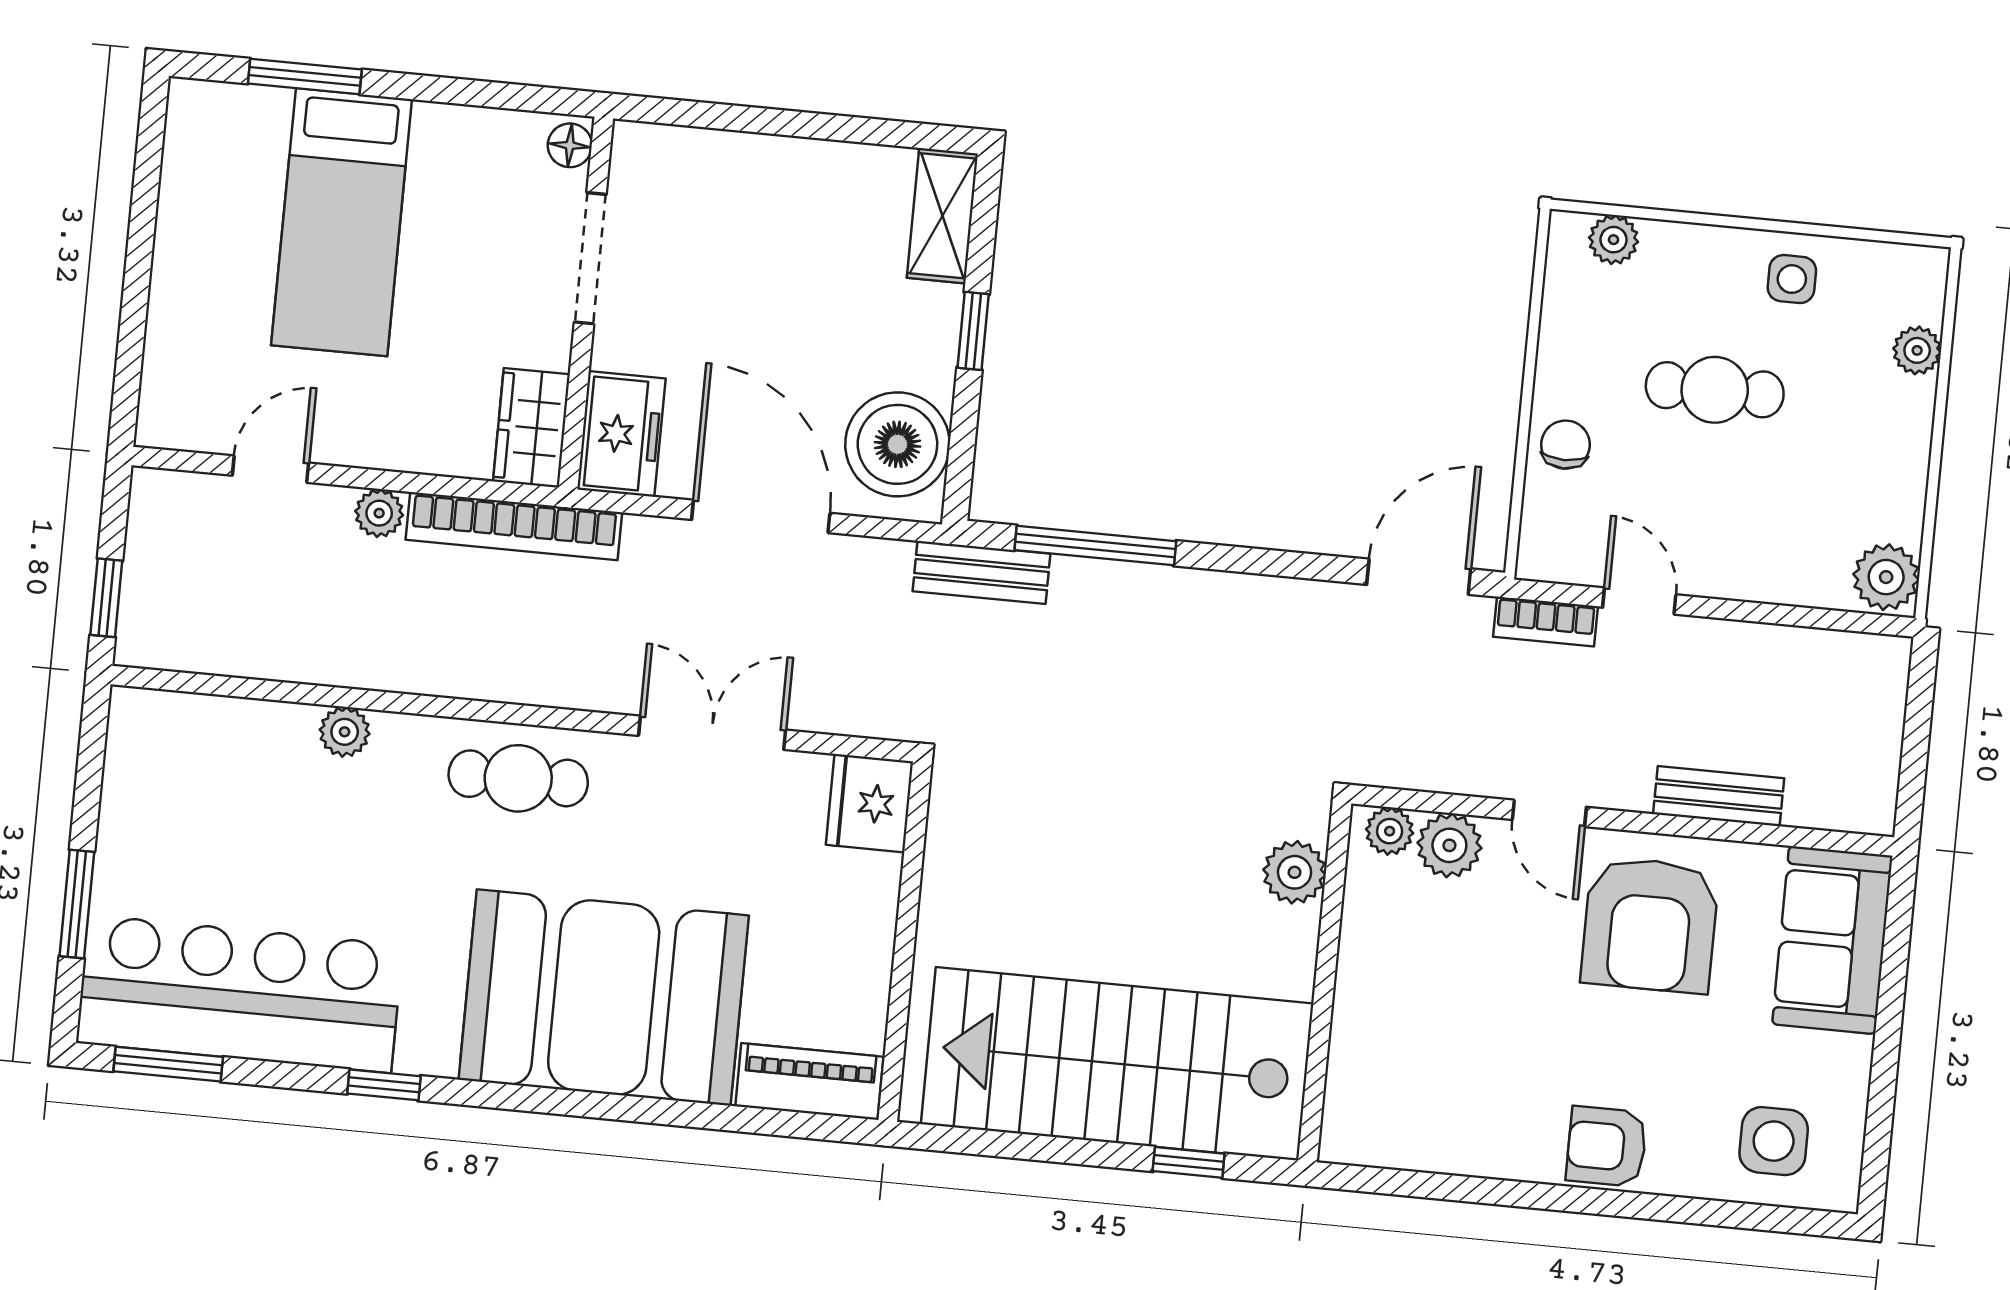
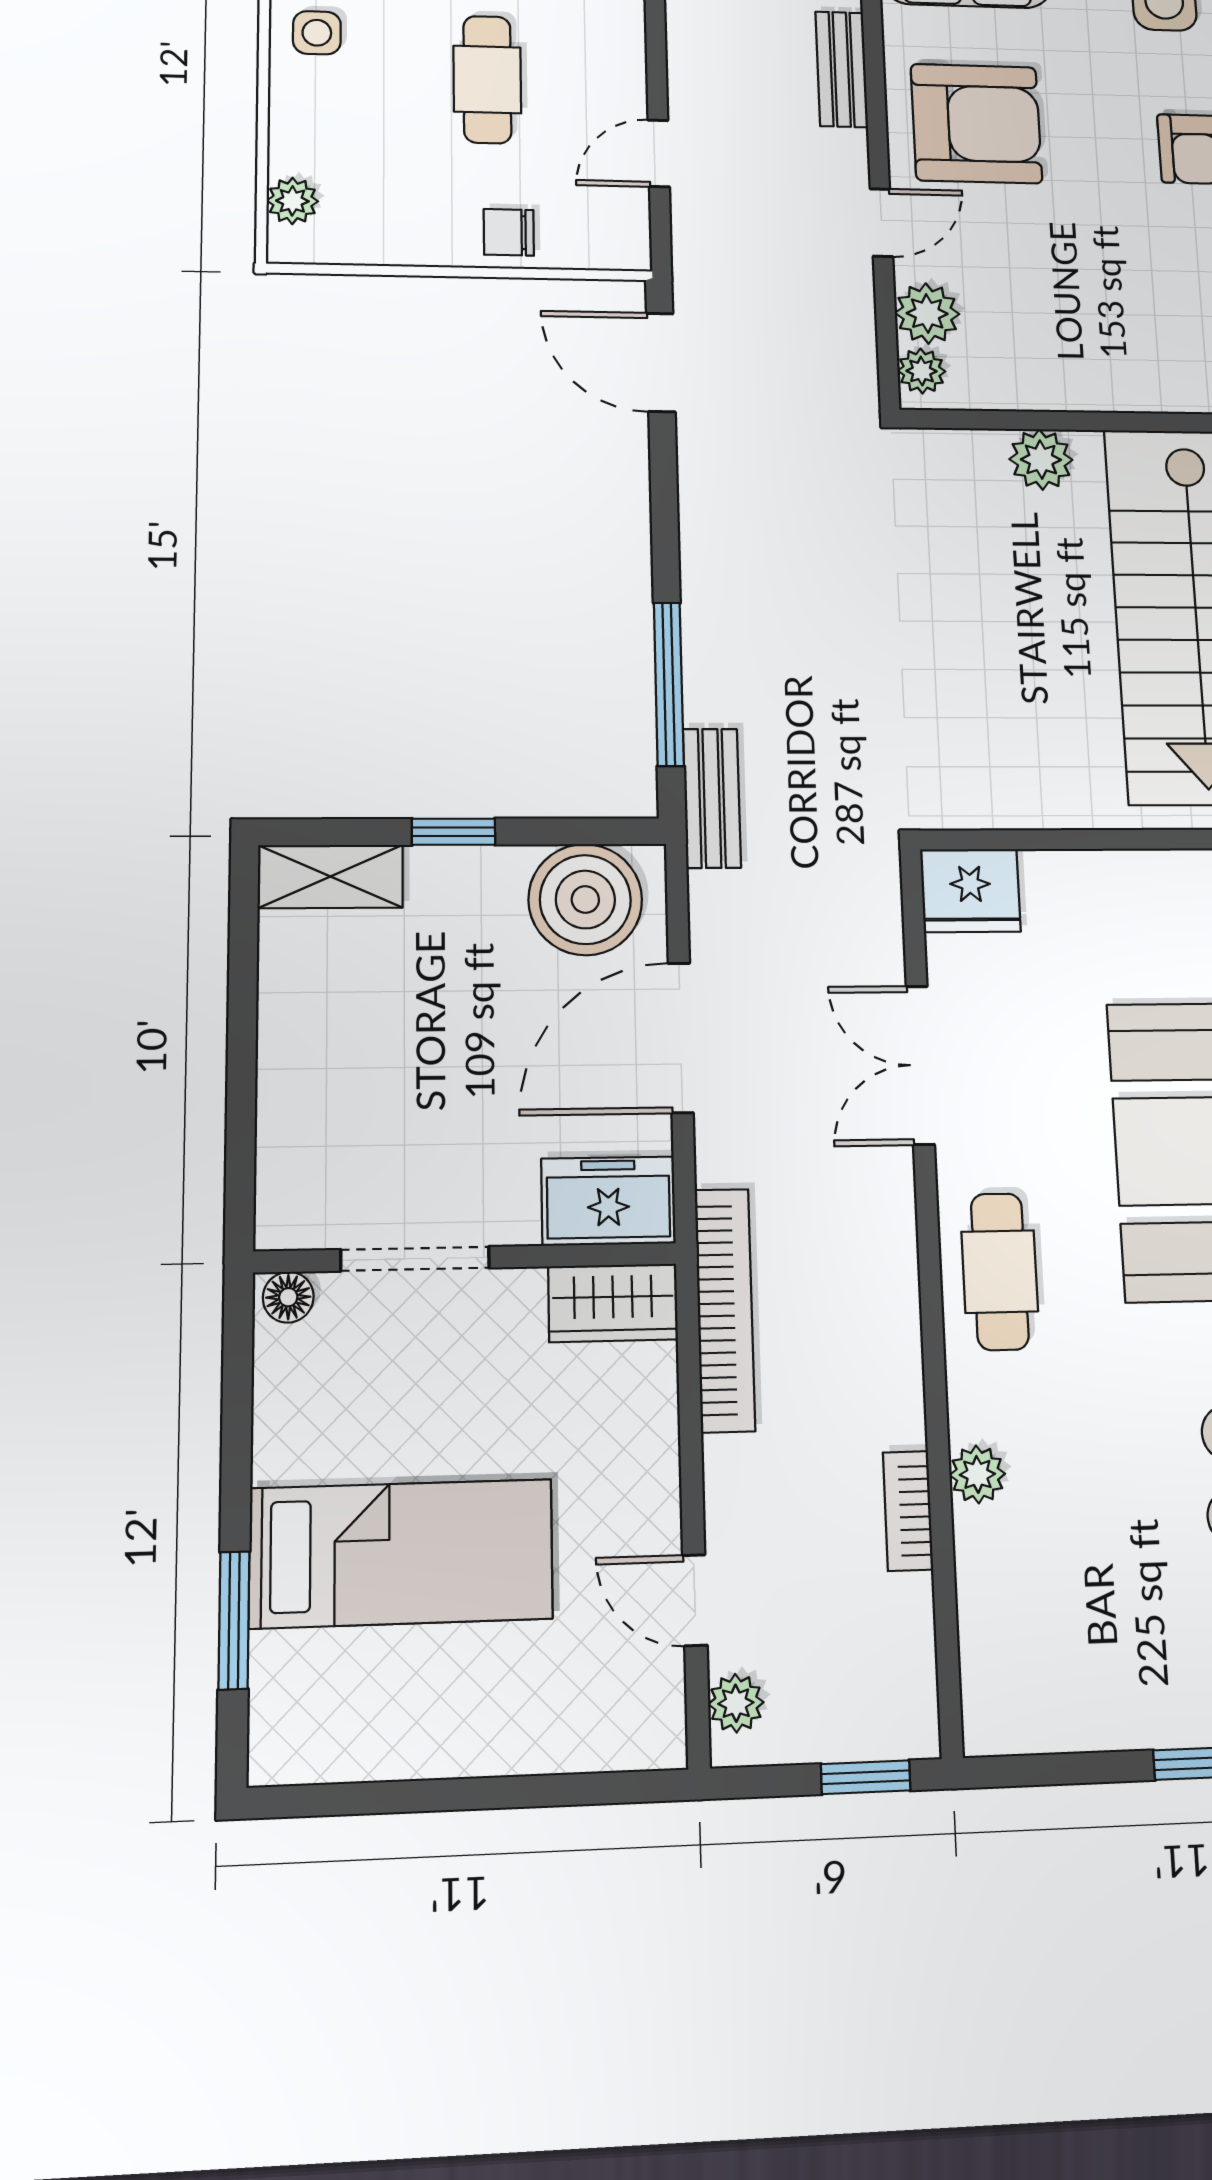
cafe table: (1715, 390) -> (487, 79), moved
plant: (379, 513) -> (736, 1703), moved
bookcase: (1546, 622) -> (908, 1511), moved, turned 180
plant: (1295, 872) -> (1041, 460), moved

